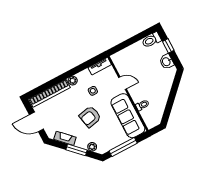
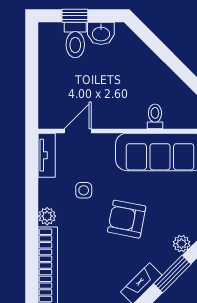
toilet: (151, 40) -> (75, 40), moved
door: (123, 83) -> (78, 131), moved
armchair: (90, 117) -> (127, 219), turned 113

